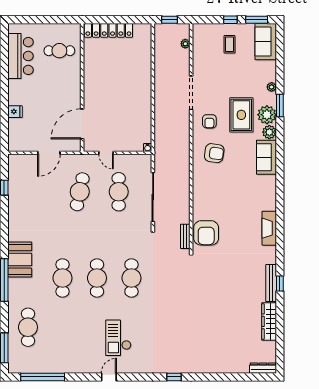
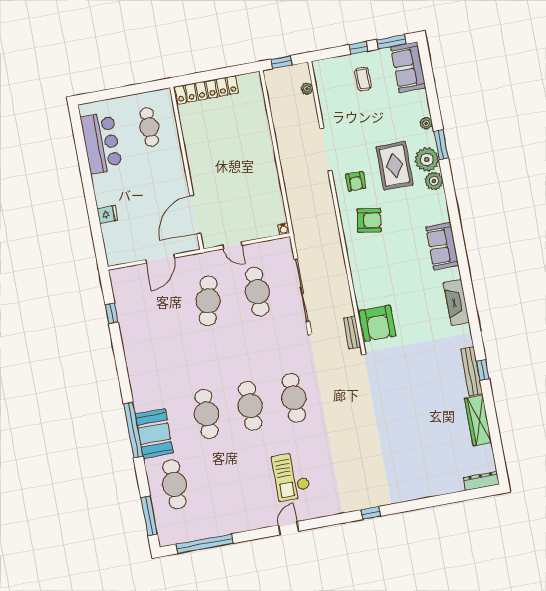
cafe table: (59, 51) -> (149, 127), turned 90
sofa: (266, 157) -> (442, 246), moved
booth: (20, 259) -> (154, 434), moved

